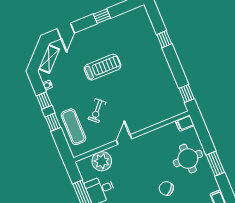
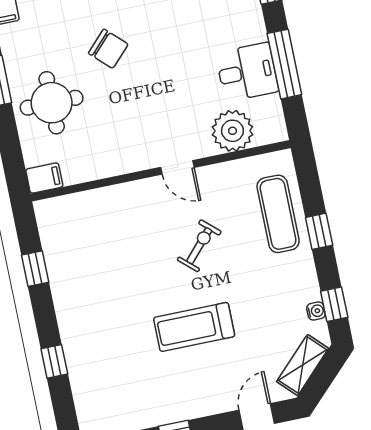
window: (187, 93) -> (35, 269), moved
window: (44, 101) -> (334, 304), moved
exercise bike: (97, 111) -> (199, 246), moved
door: (124, 140) -> (177, 167), hinge flipped

